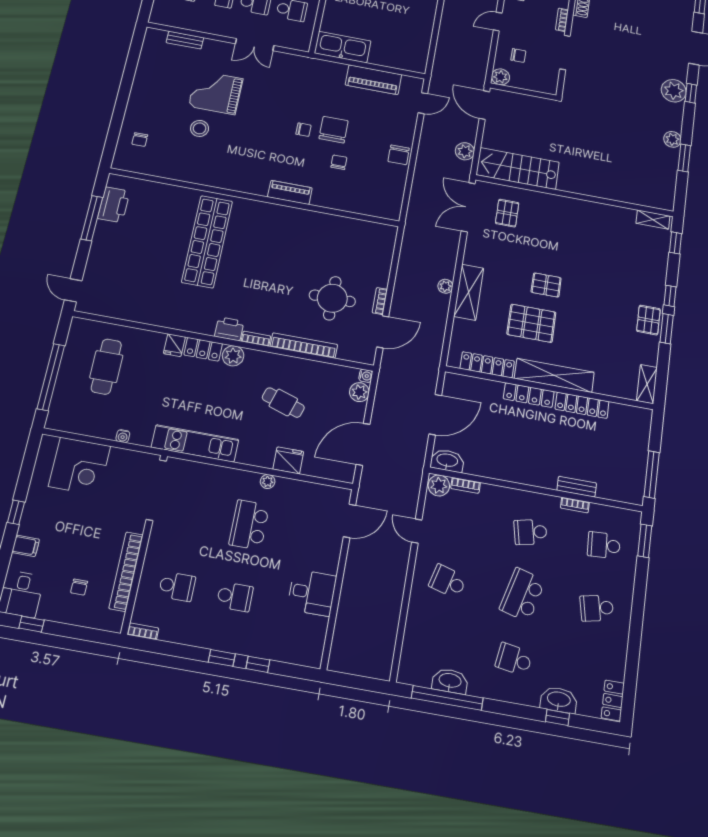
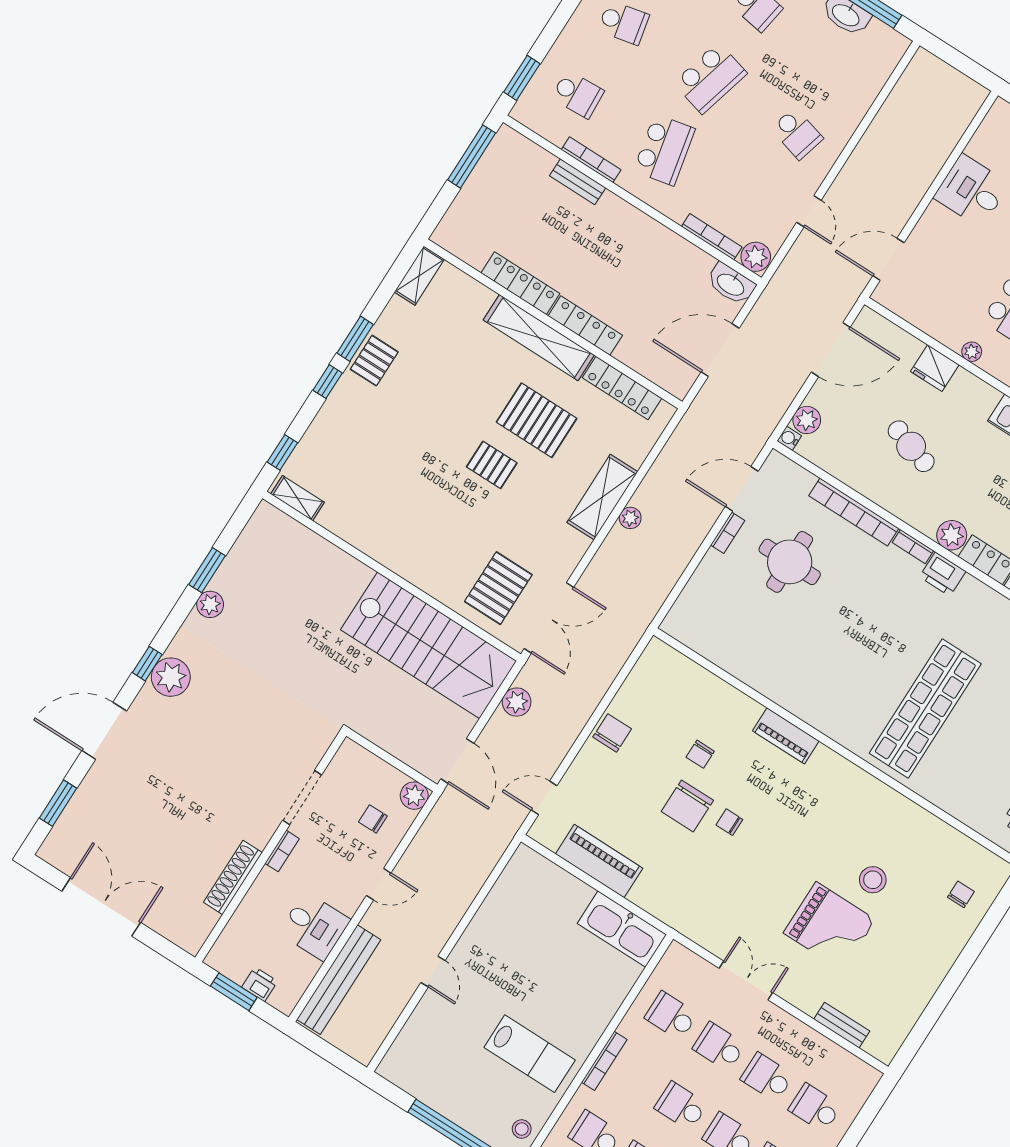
stairs: (518, 168) -> (429, 645), width x1.36, depth x1.51
pallet: (507, 213) -> (498, 588), width x1.50, depth x1.42
bookcase: (466, 485) -> (712, 237), width x1.56
bookcase: (575, 505) -> (591, 160), width x1.56
school desk: (530, 532) -> (664, 150), width x1.85

